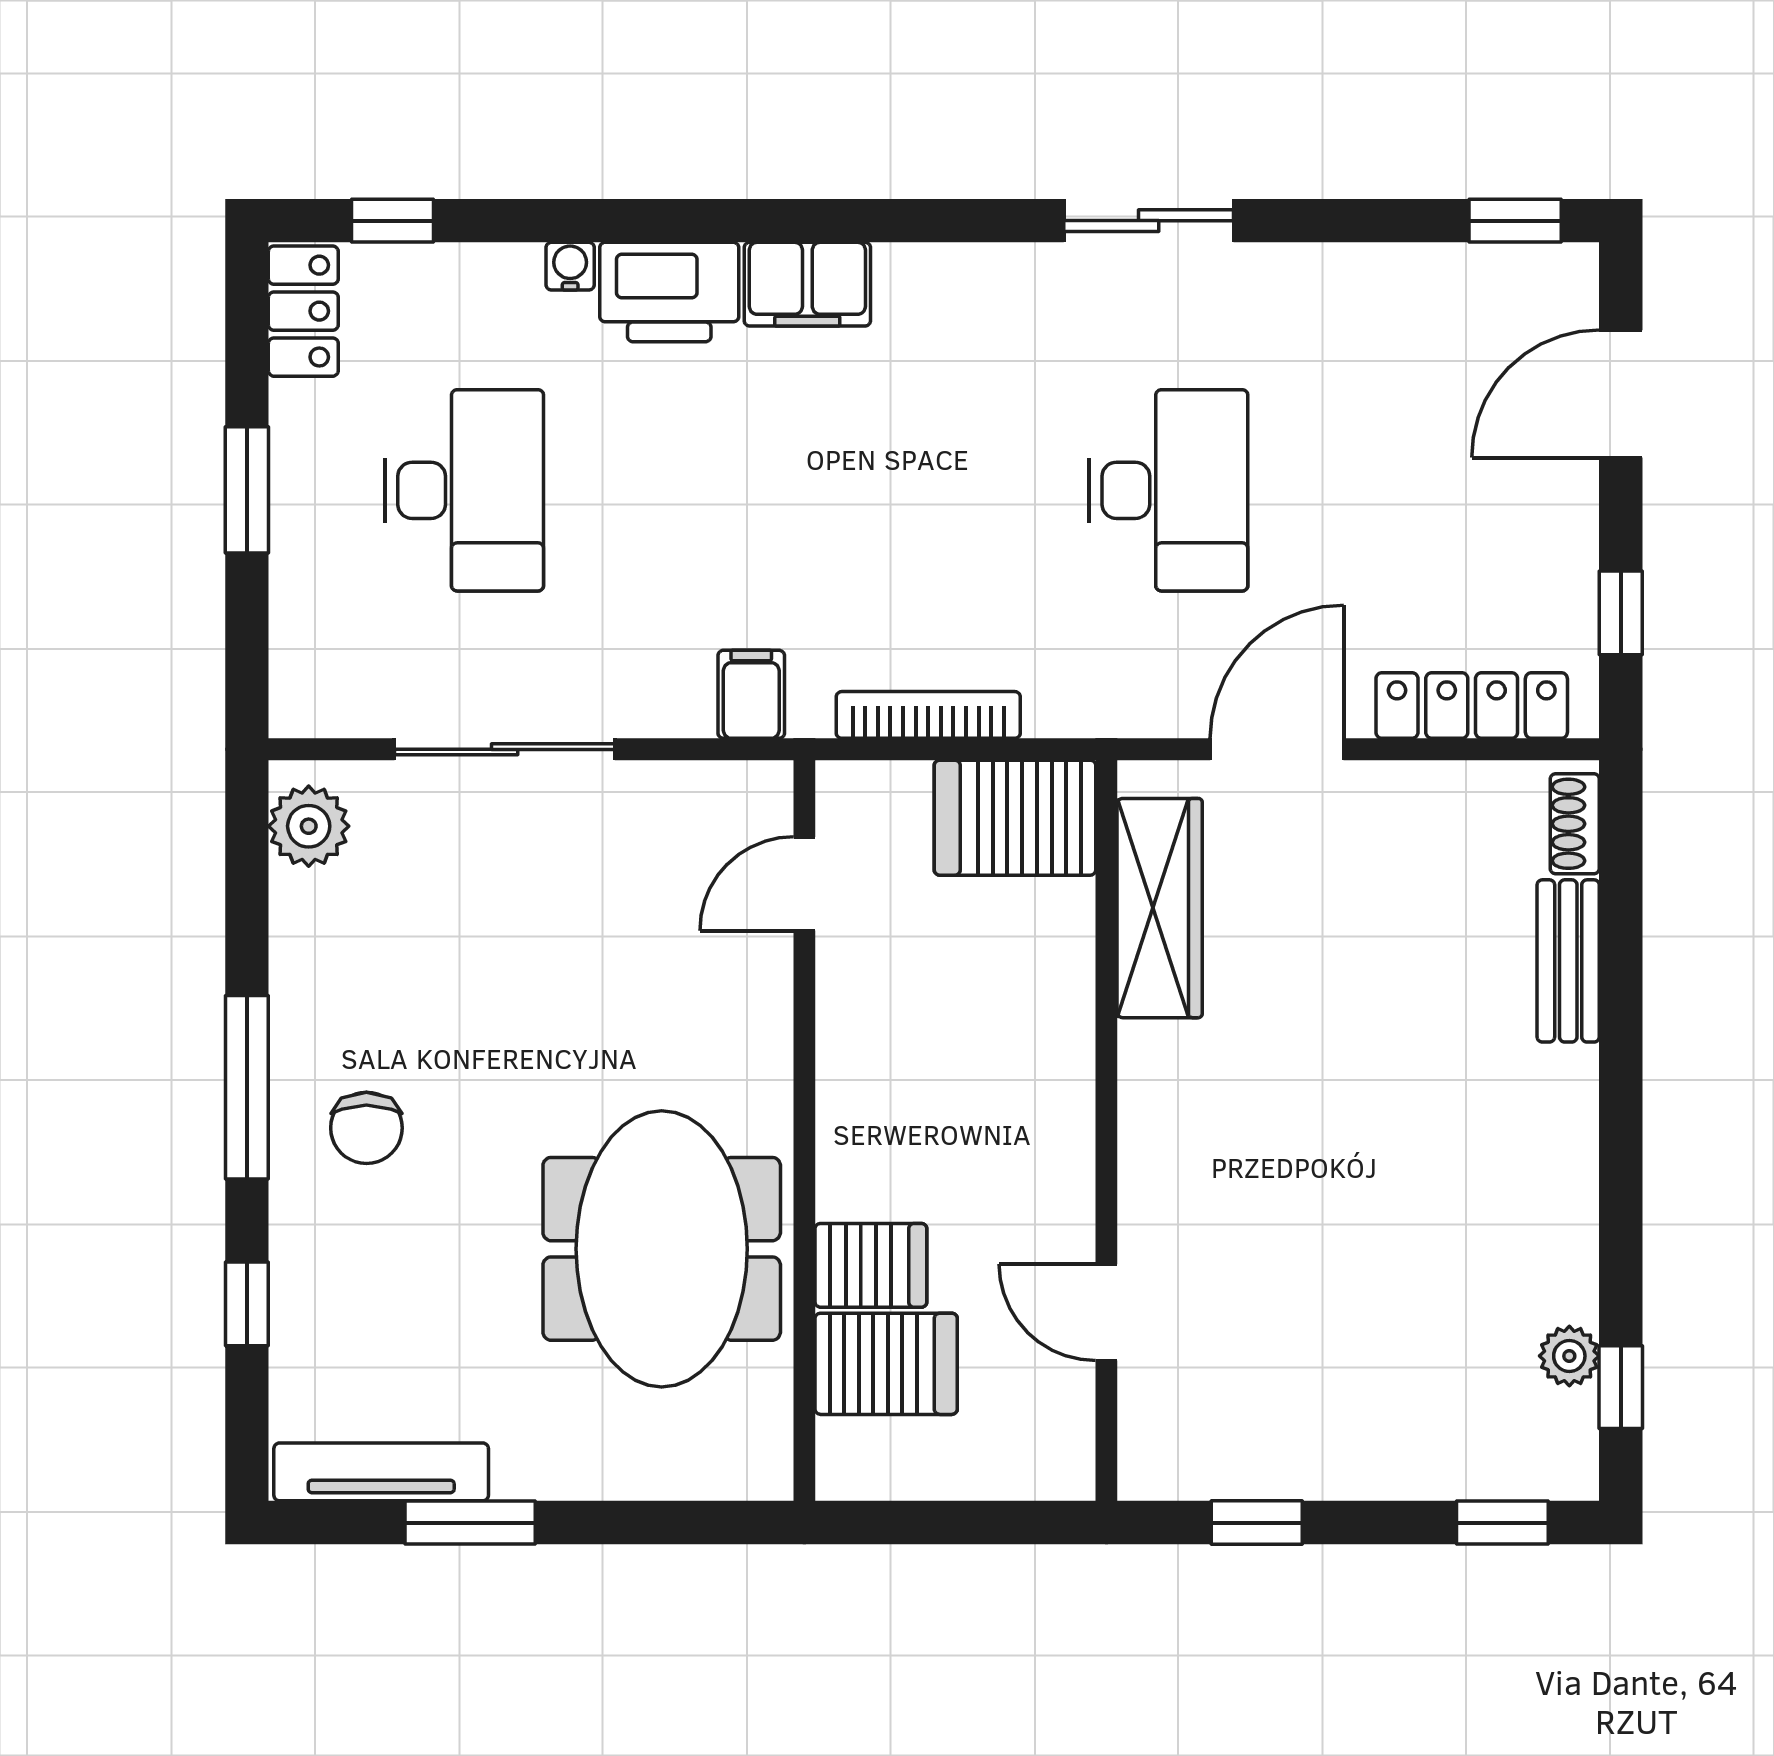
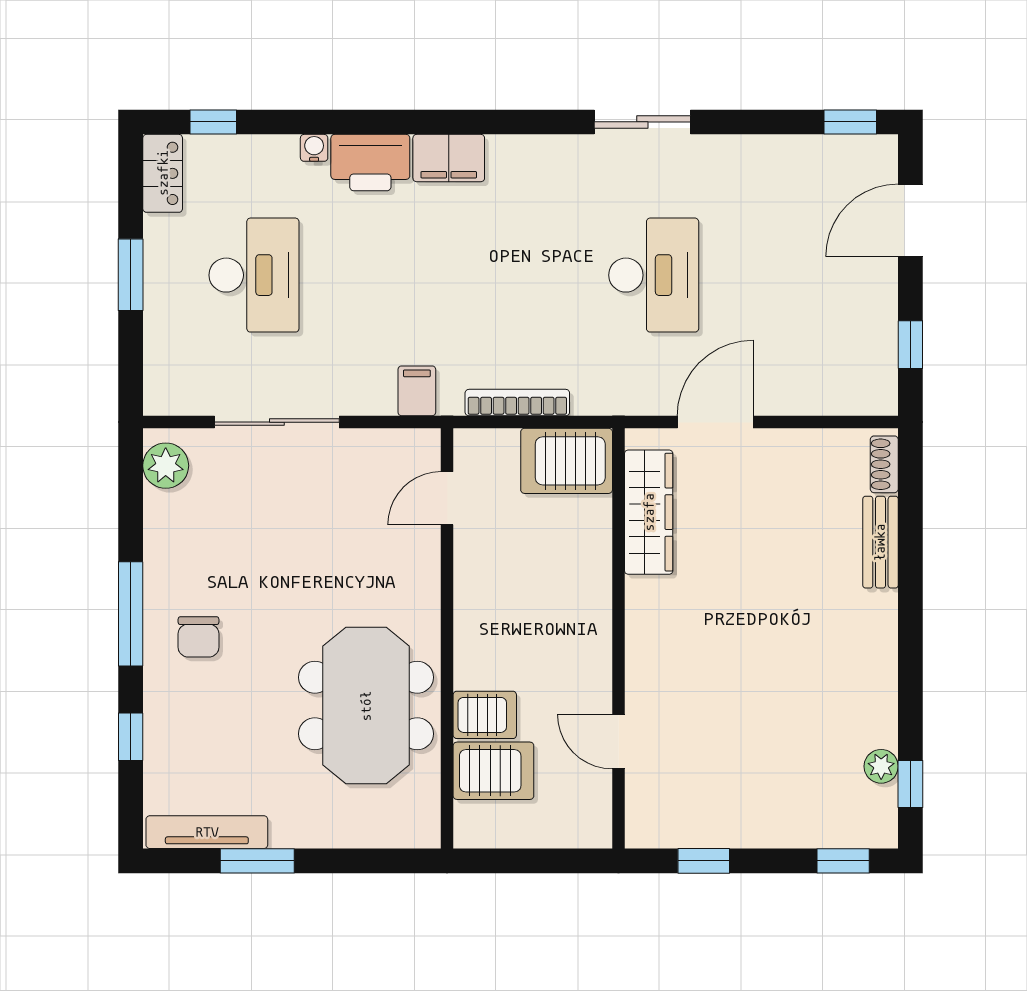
locker: (1472, 706) -> (826, 397), removed

